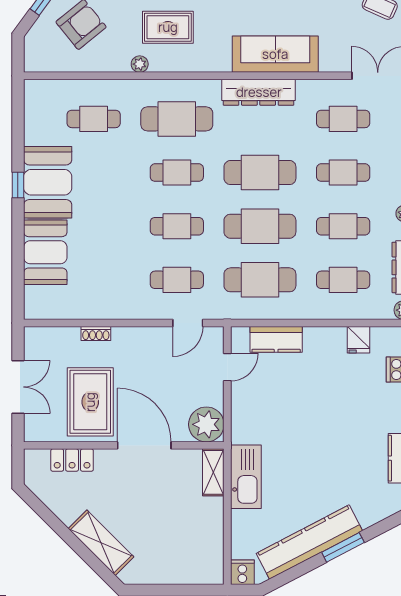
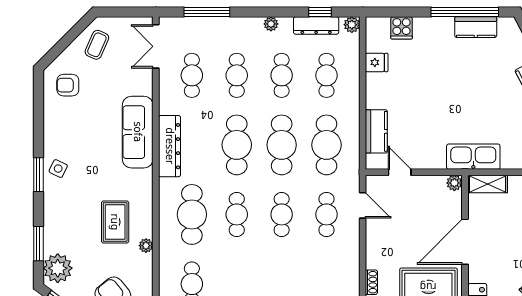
plant: (206, 424) -> (454, 183), width x0.53, depth x0.53
kitchen sink: (246, 477) -> (473, 157), moved

